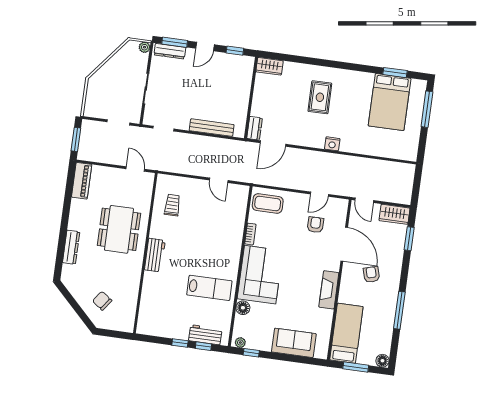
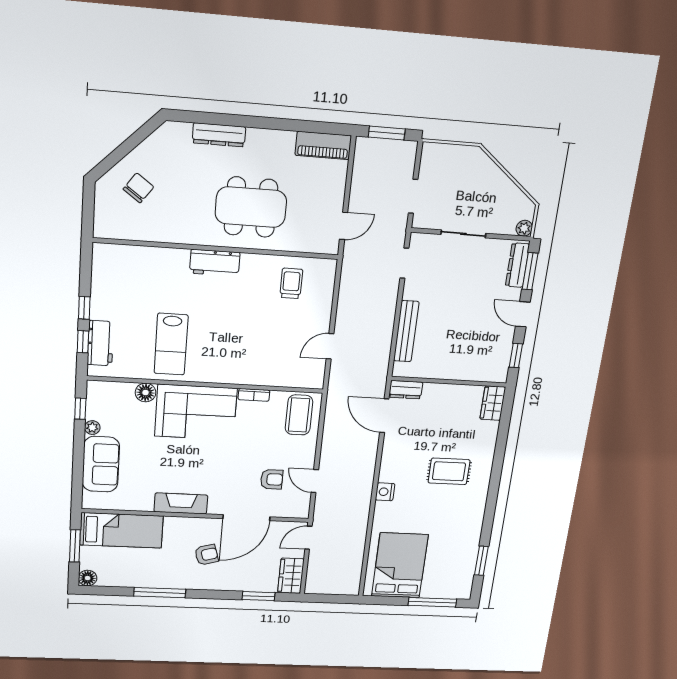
bed: (390, 102) -> (400, 565), moved, turned 90
trolley: (172, 205) -> (291, 283), turned -90
plant: (240, 343) -> (92, 428), moved

